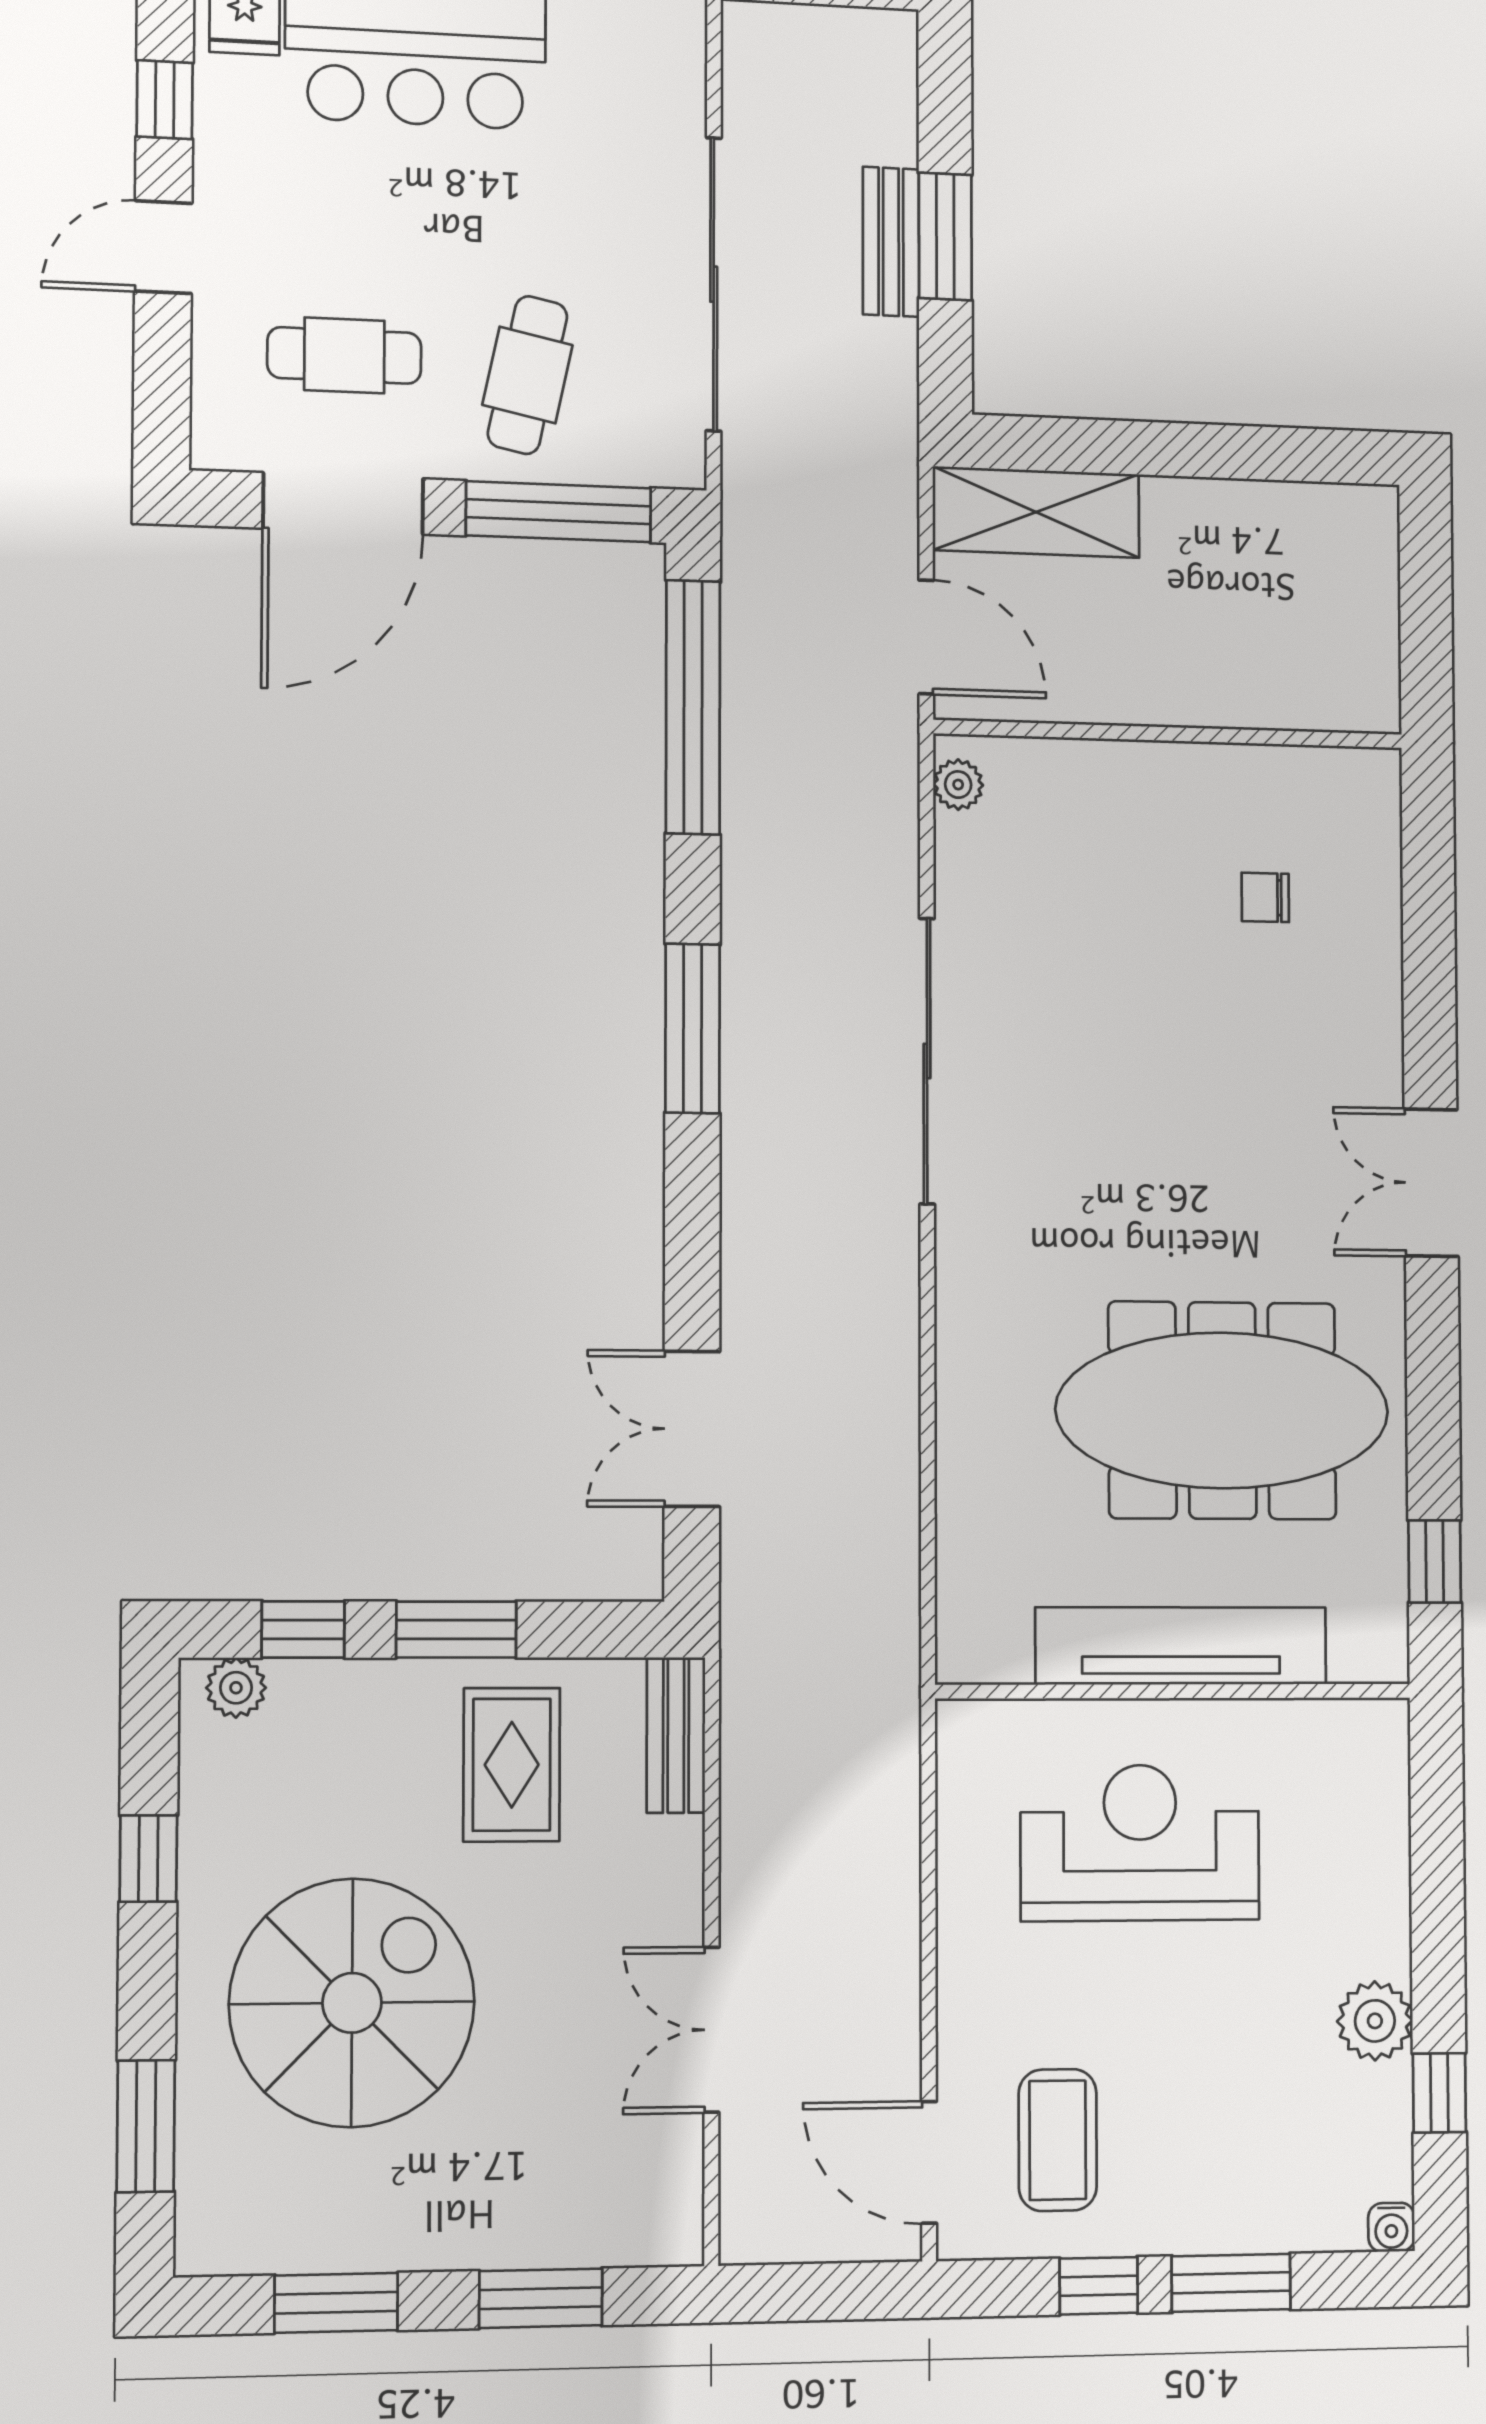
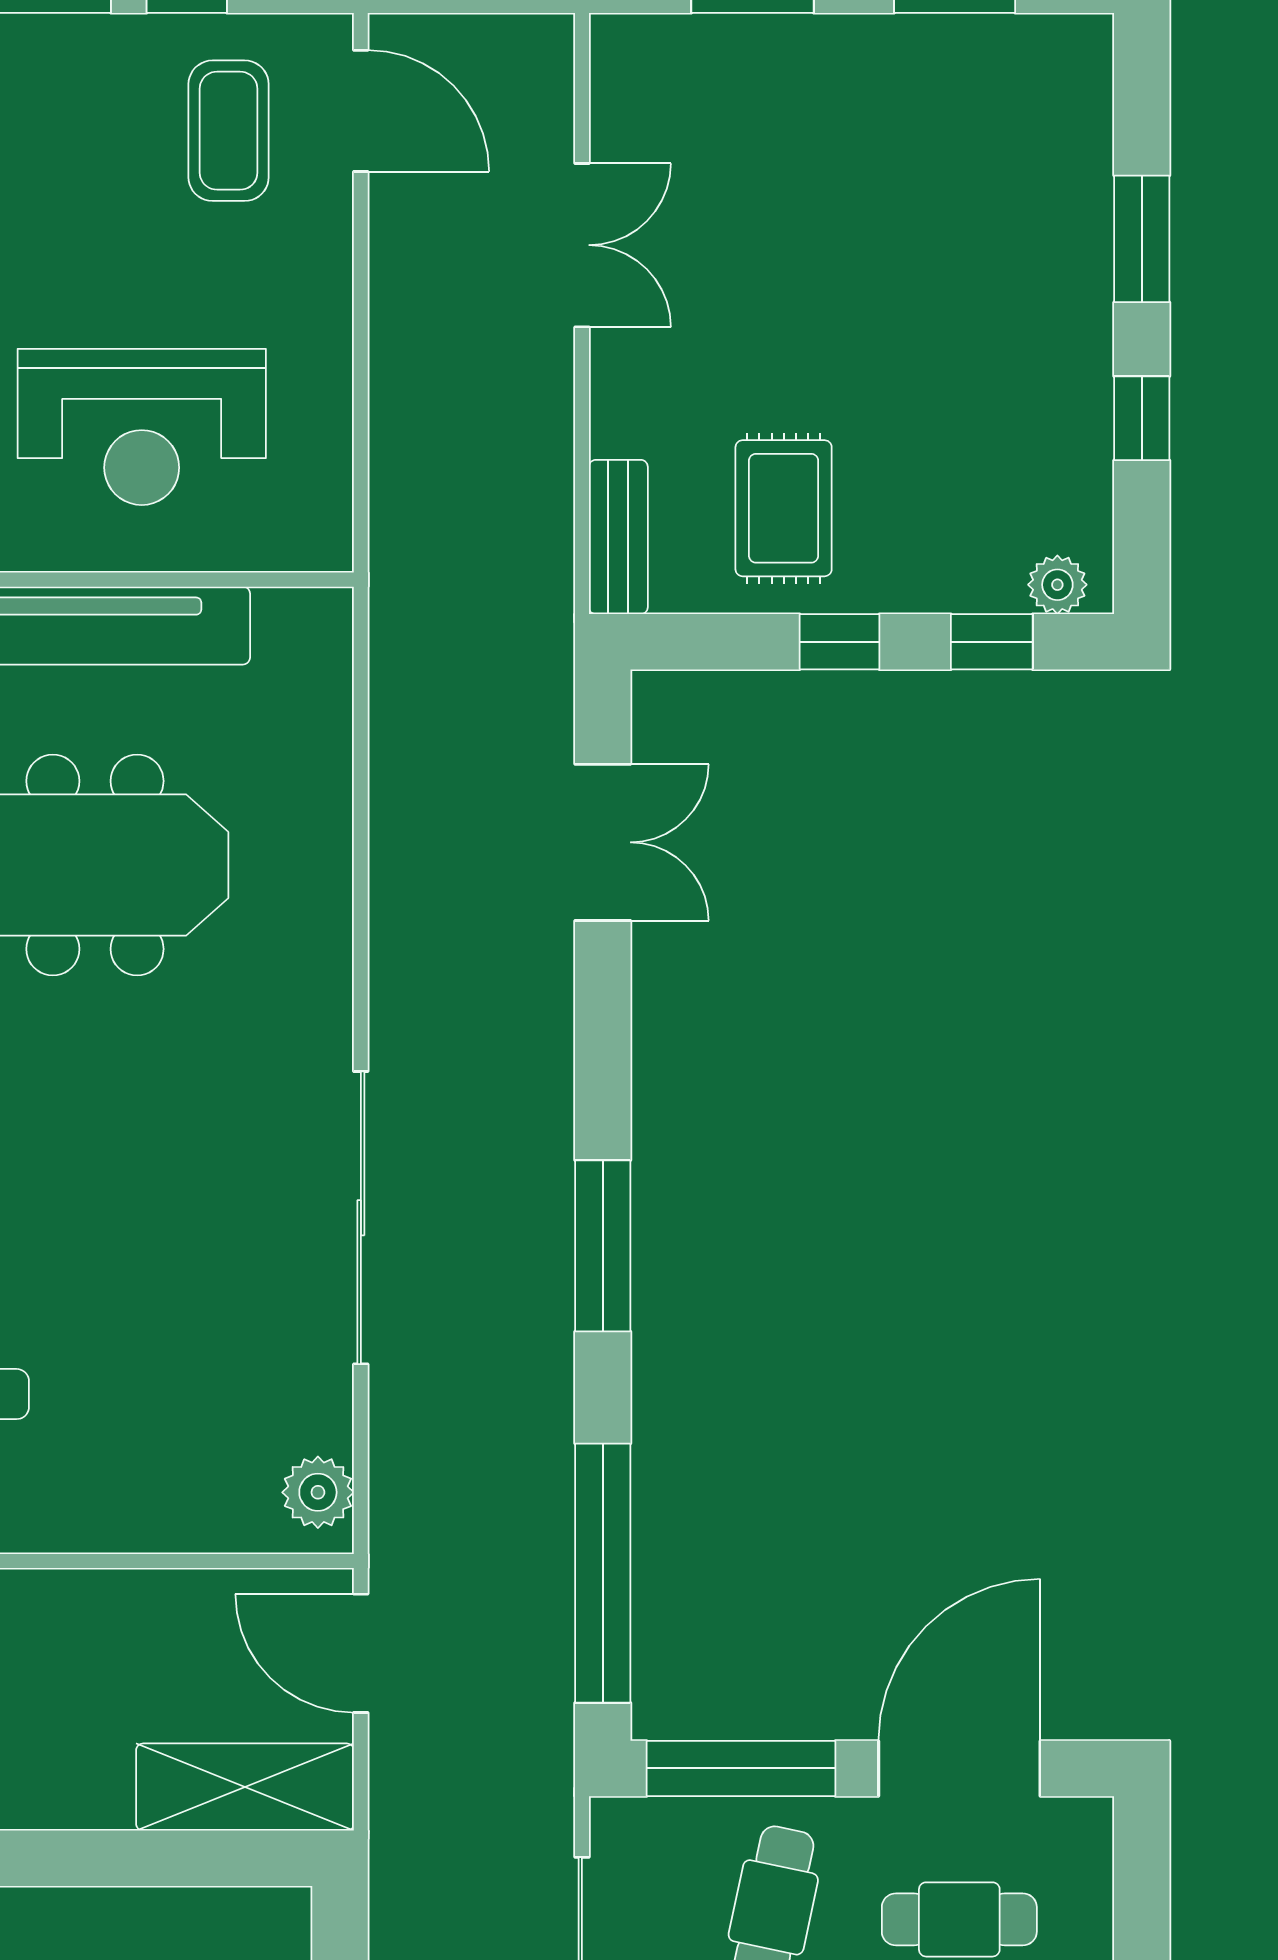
plant: (958, 785) -> (318, 1492), width x1.38, depth x1.38
window: (456, 1630) -> (840, 642), width x0.67
spiral stairs: (352, 2003) -> (941, 276), removed
window: (146, 2126) -> (1142, 239), moved

